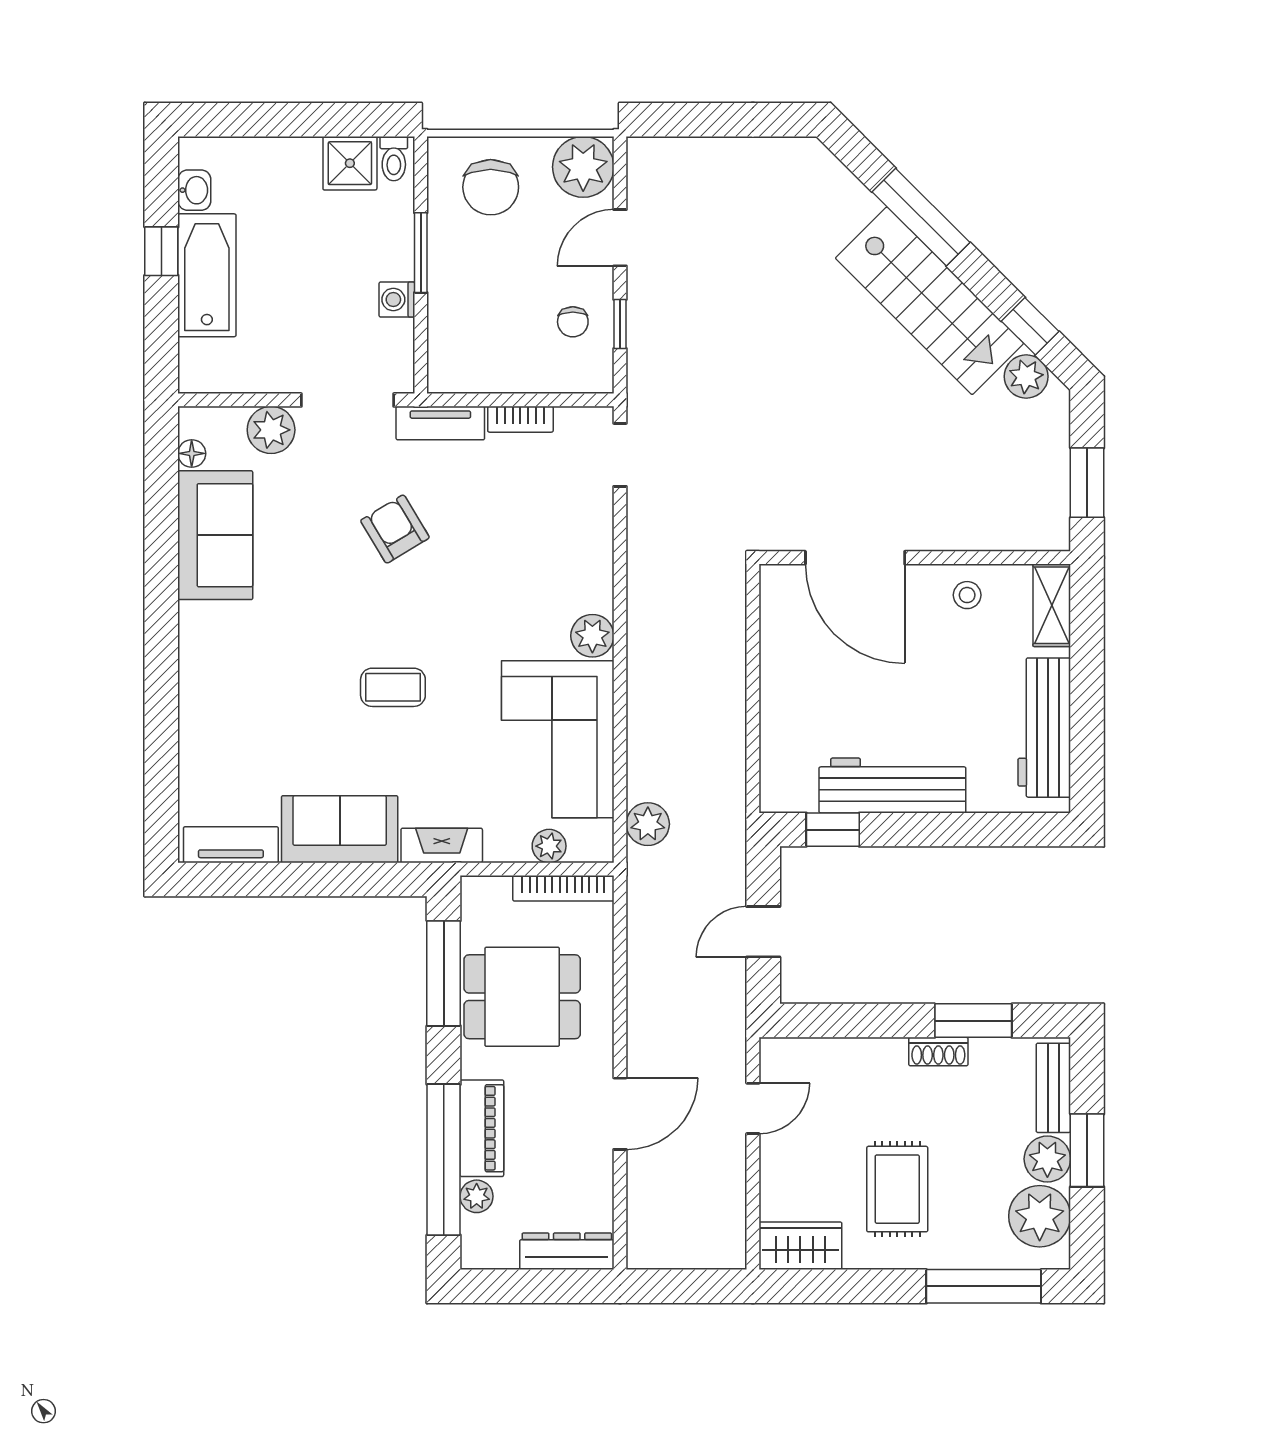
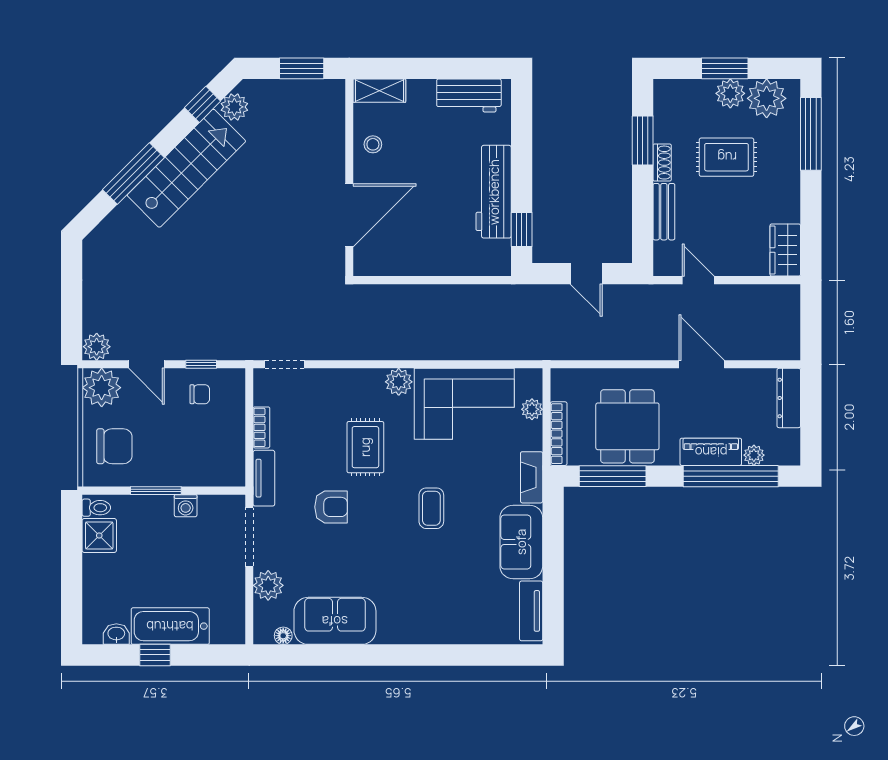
armchair: (395, 529) -> (331, 507), turned -149
rug: (489, 583) -> (365, 447), added
workbench: (1044, 728) -> (469, 95), width x0.73
plant: (648, 824) -> (97, 347), moved
bookcase: (563, 888) -> (559, 434), moved
bench: (1053, 1088) -> (664, 212), moved, turned 90
rug: (897, 1189) -> (727, 157), moved

